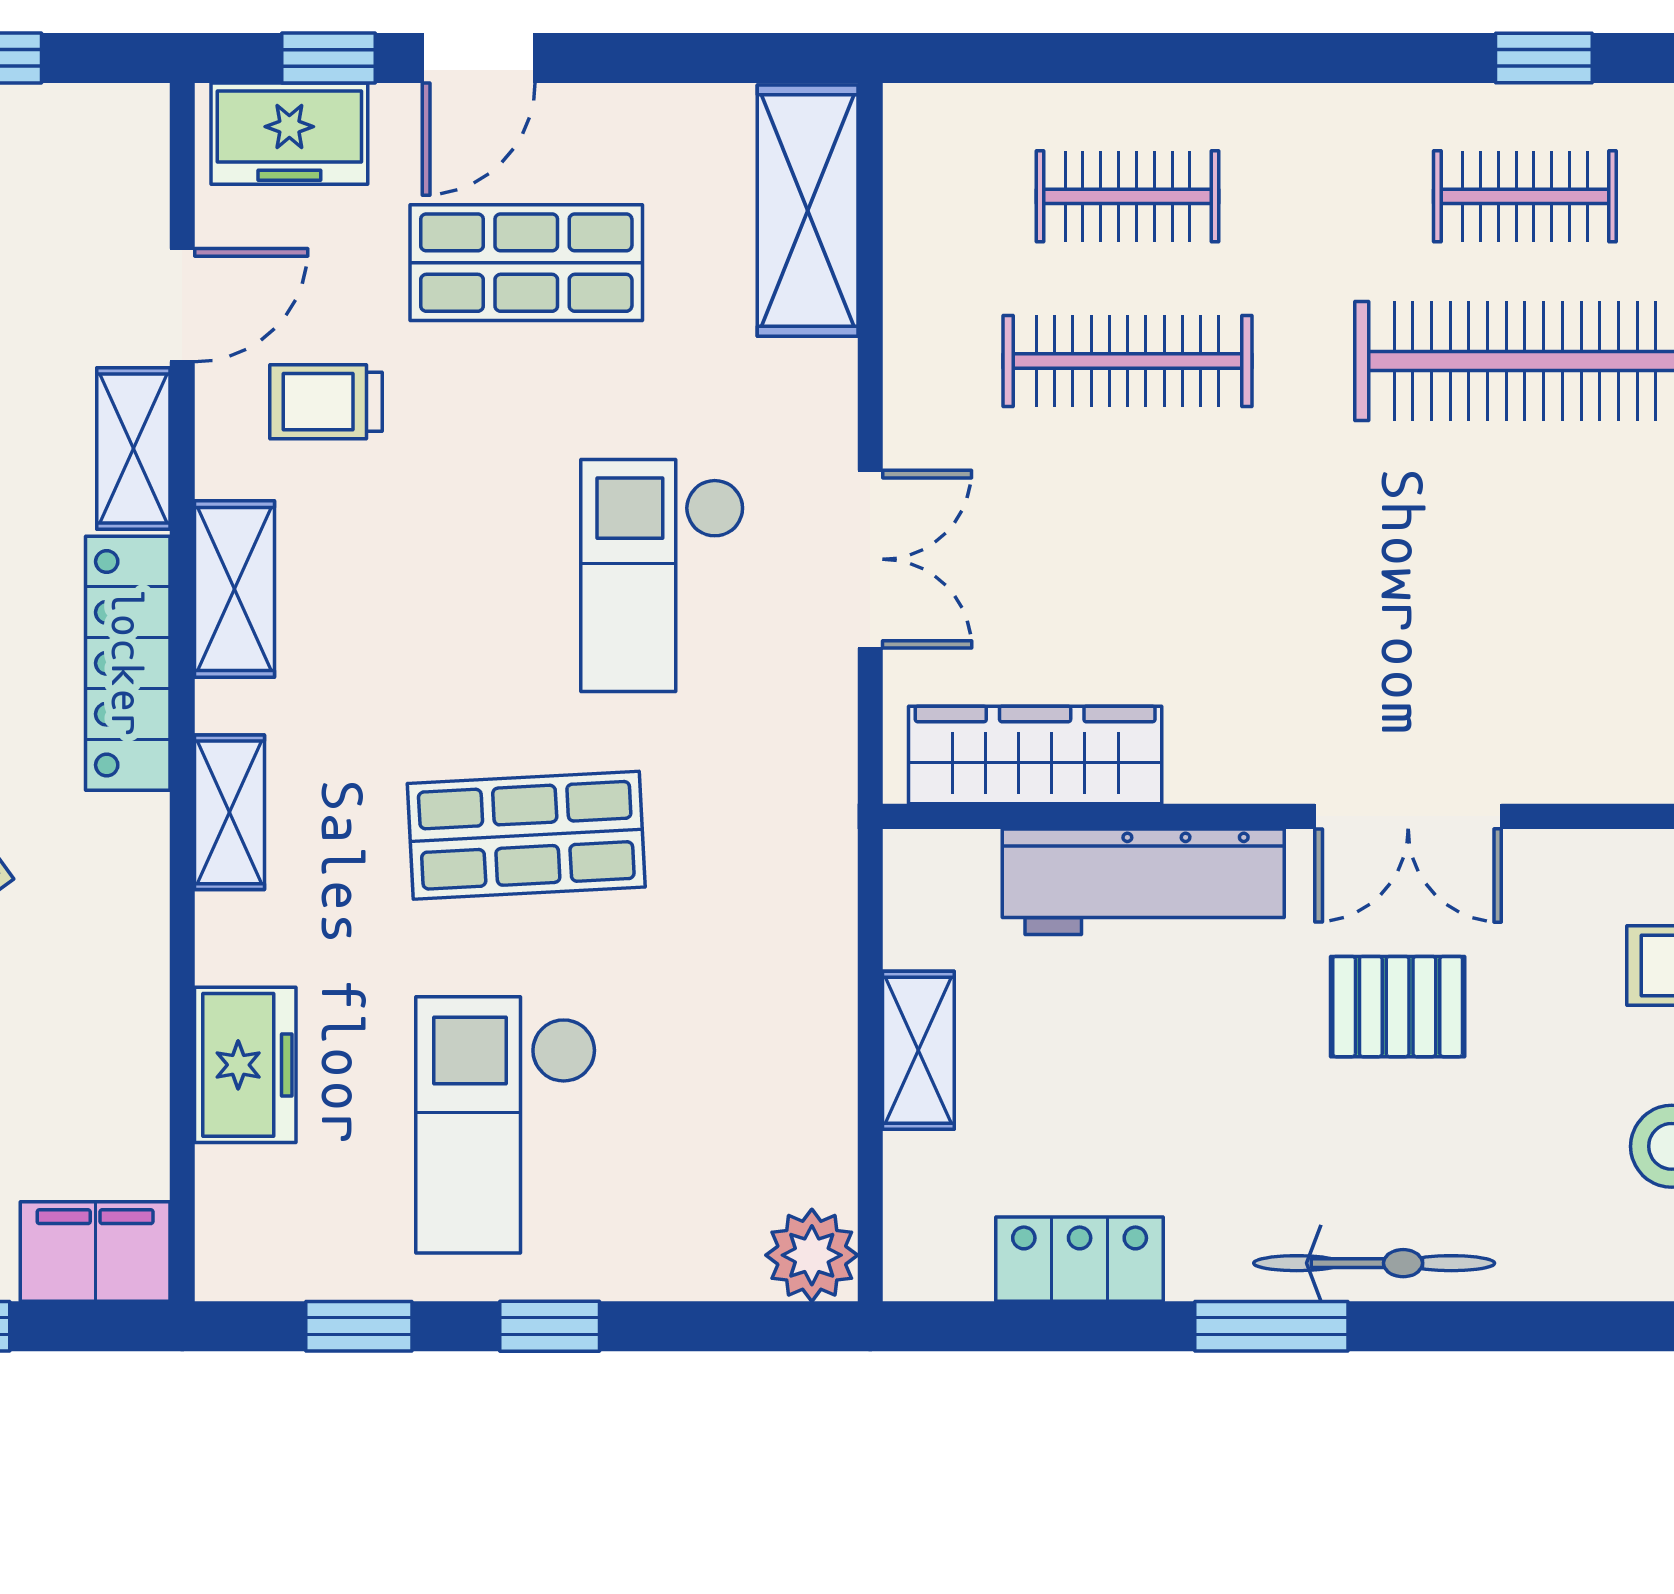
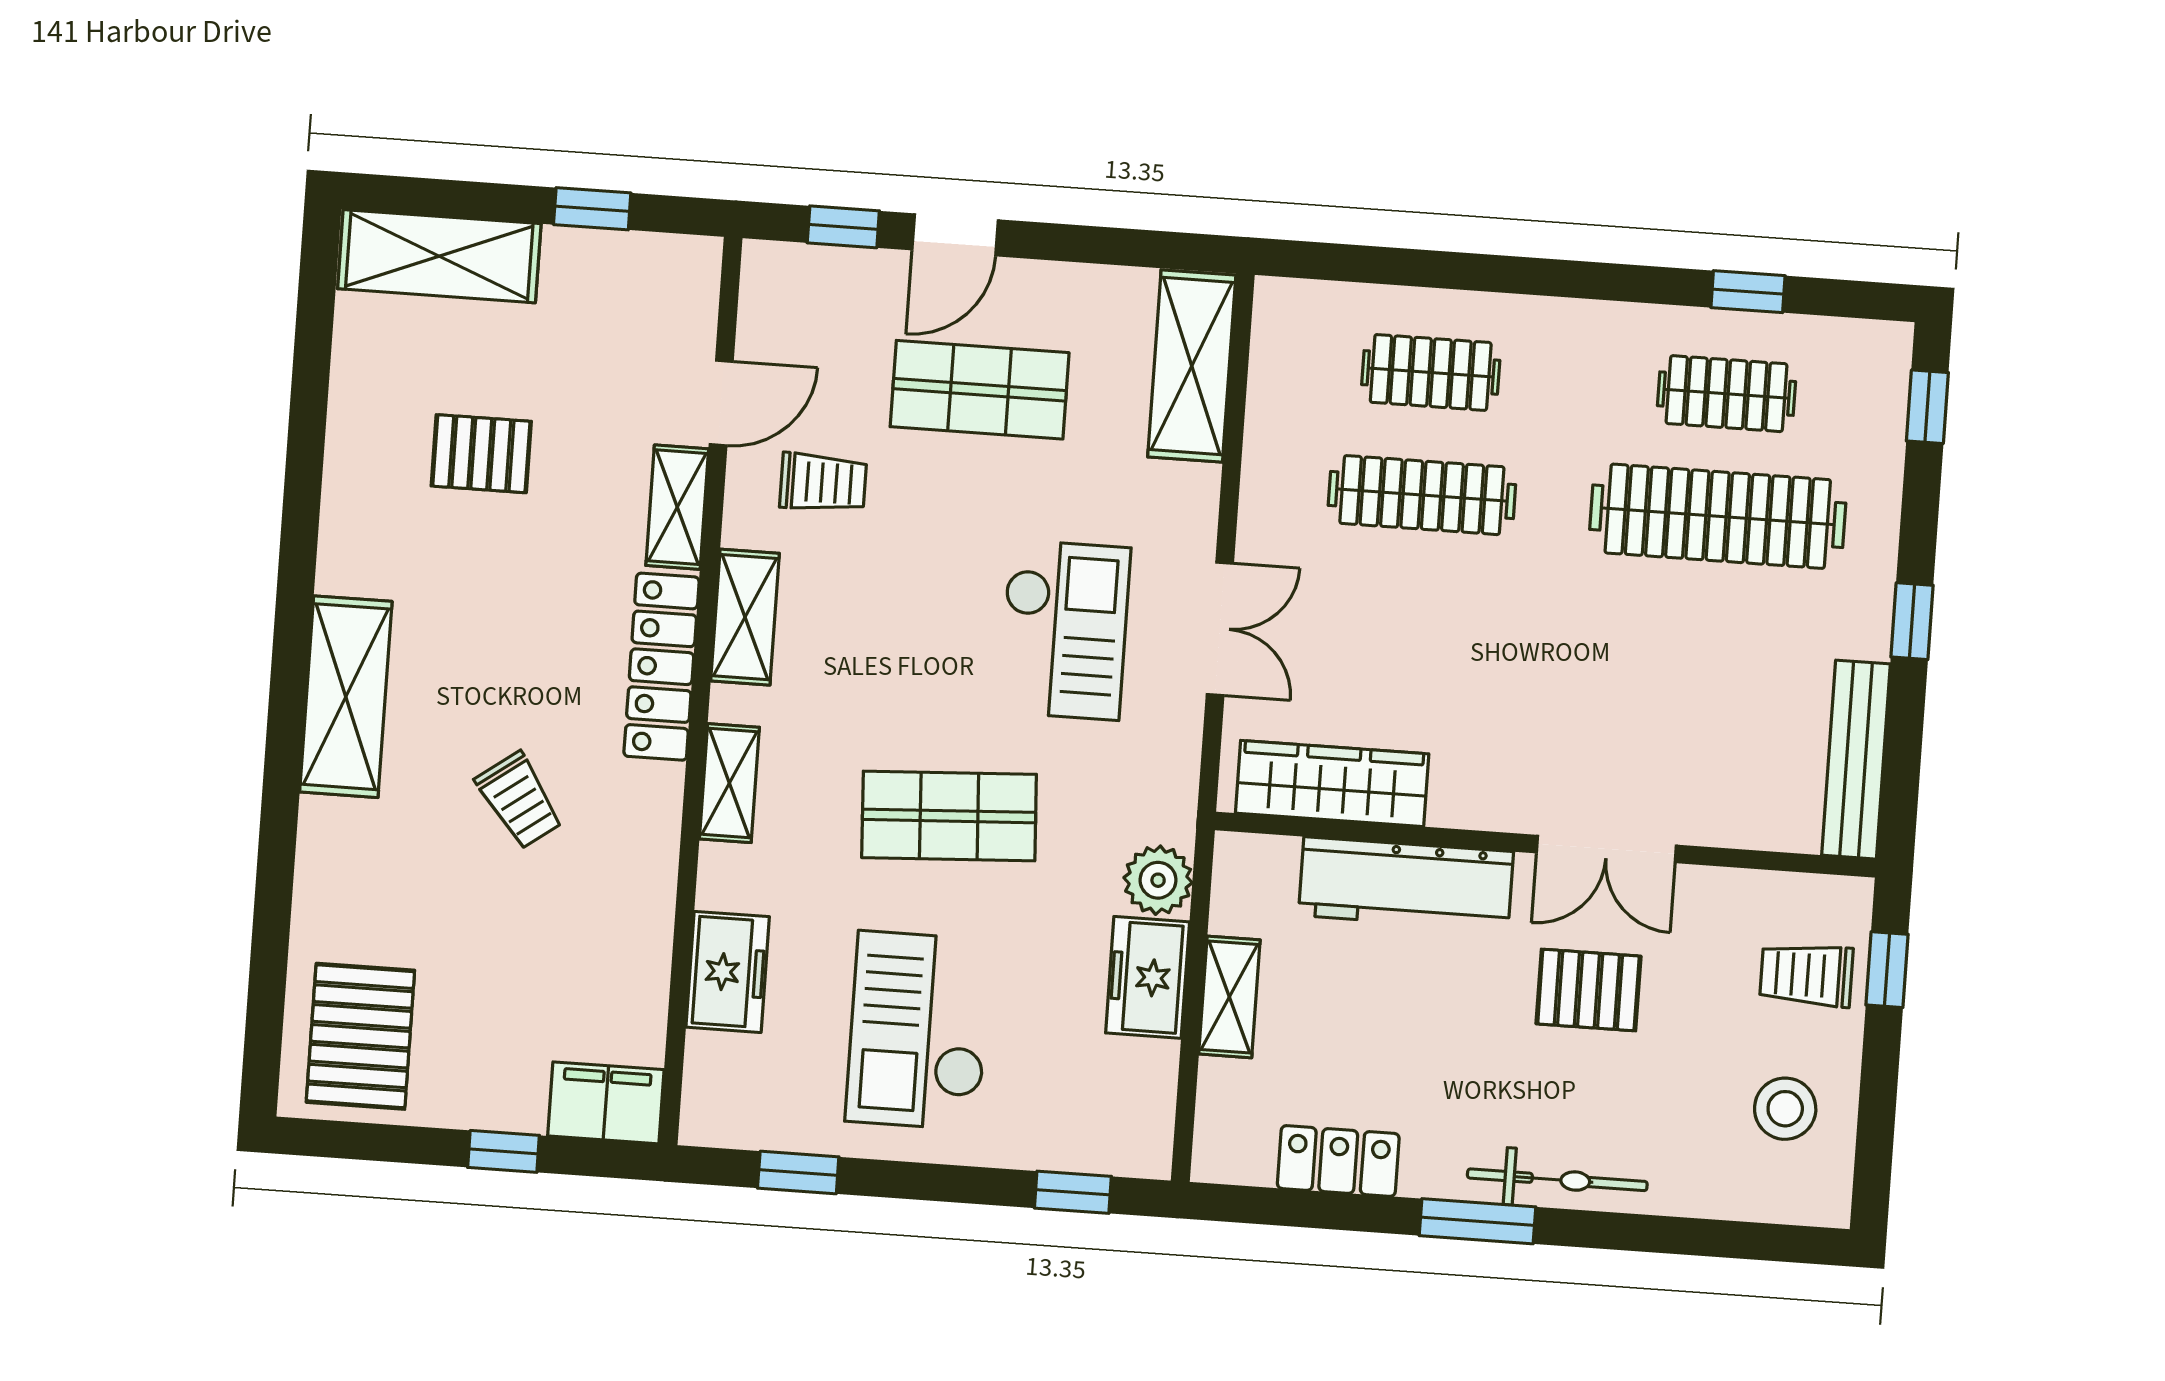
freezer: (289, 134) -> (1148, 977), moved, turned 90
trolley: (326, 402) -> (823, 483), turned 180
checkout: (663, 576) -> (1064, 630), turned 180
plant: (812, 1255) -> (1158, 880), moved
window: (550, 1326) -> (1073, 1192), moved

